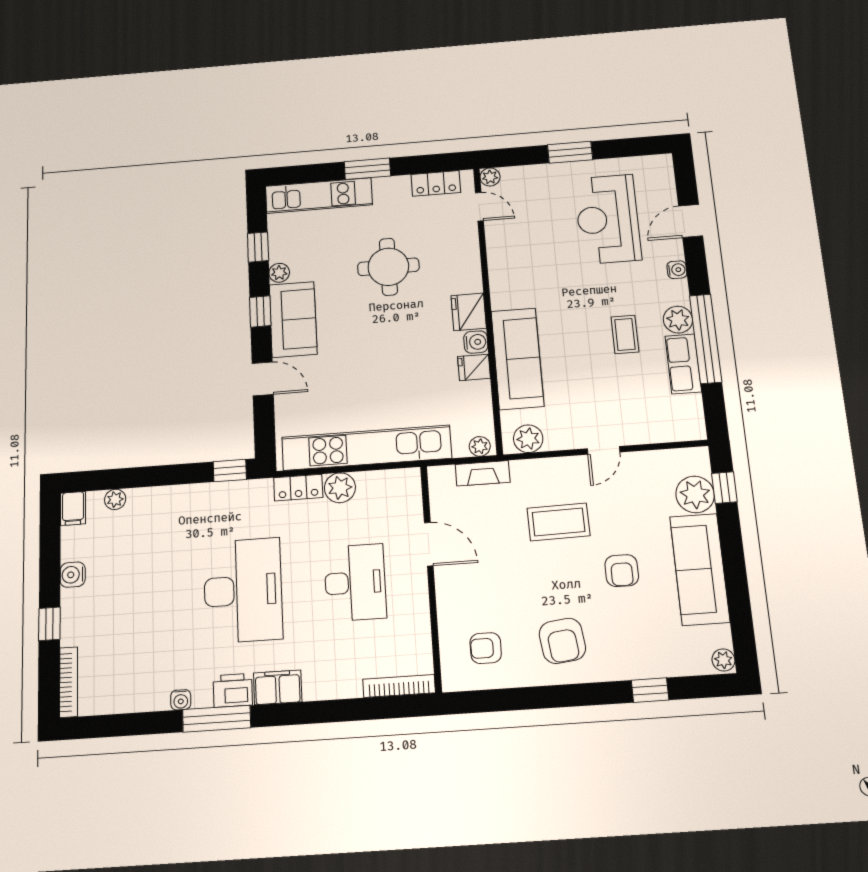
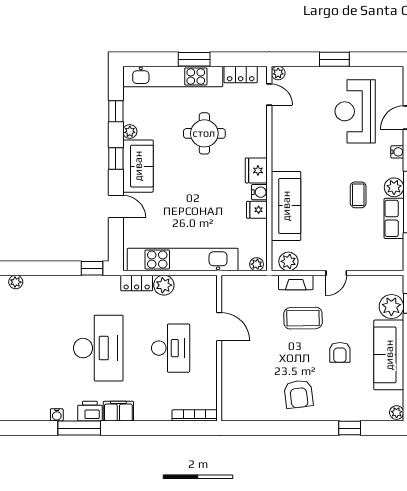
kitchen unit: (319, 196) -> (173, 77), width x1.36
fireplace: (483, 473) -> (296, 282), moved
armchair: (486, 648) -> (250, 395), removed

